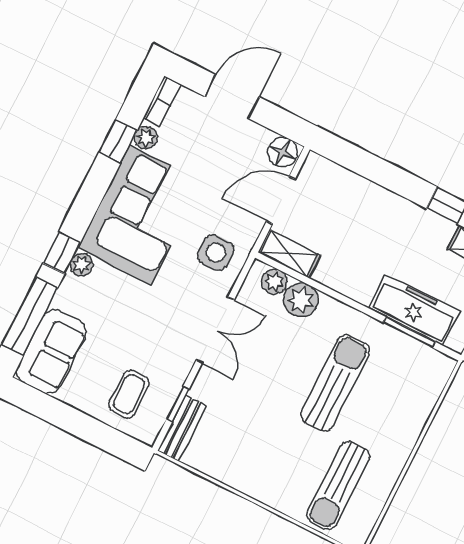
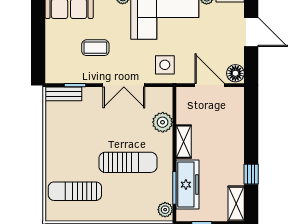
shelving: (289, 254) -> (184, 142), moved
plant: (274, 281) -> (165, 210), moved
coffee table: (129, 394) -> (95, 48), moved

